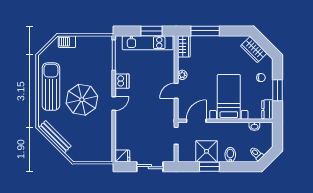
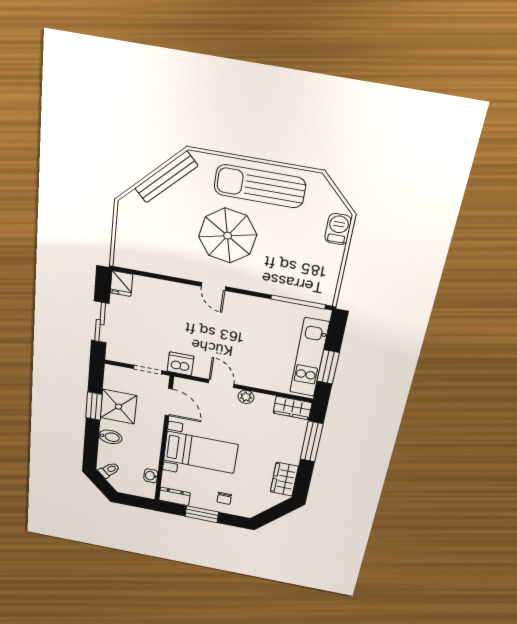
wardrobe: (254, 49) -> (284, 479), moved, turned -45
dishwasher: (122, 81) -> (181, 364), moved, turned 180
sun lounger: (51, 87) -> (260, 186), turned 180

